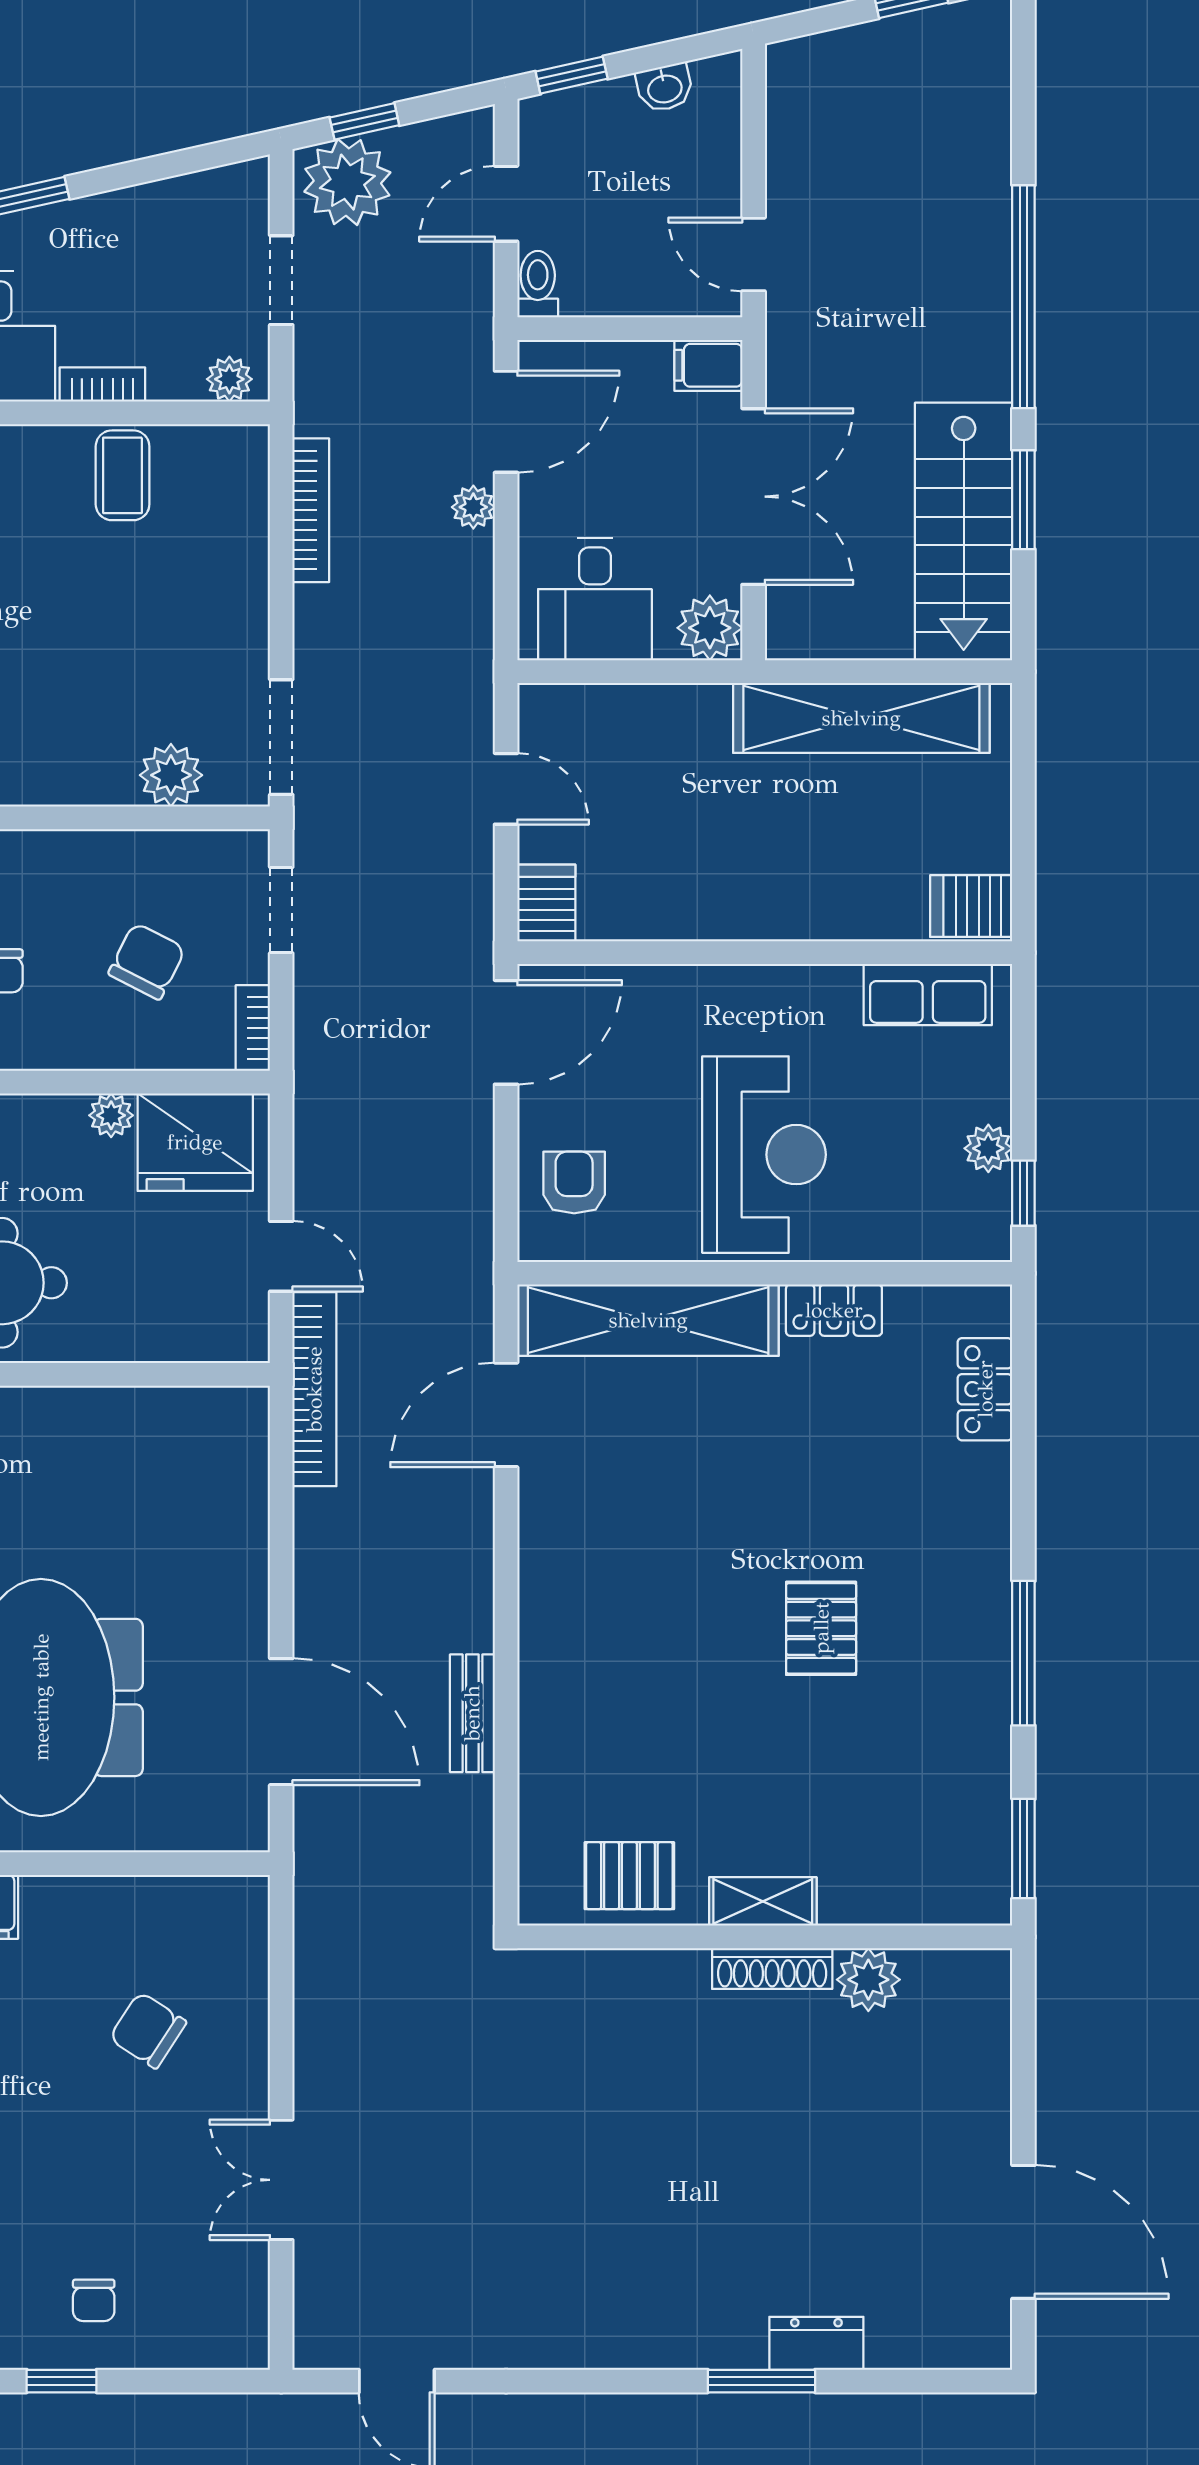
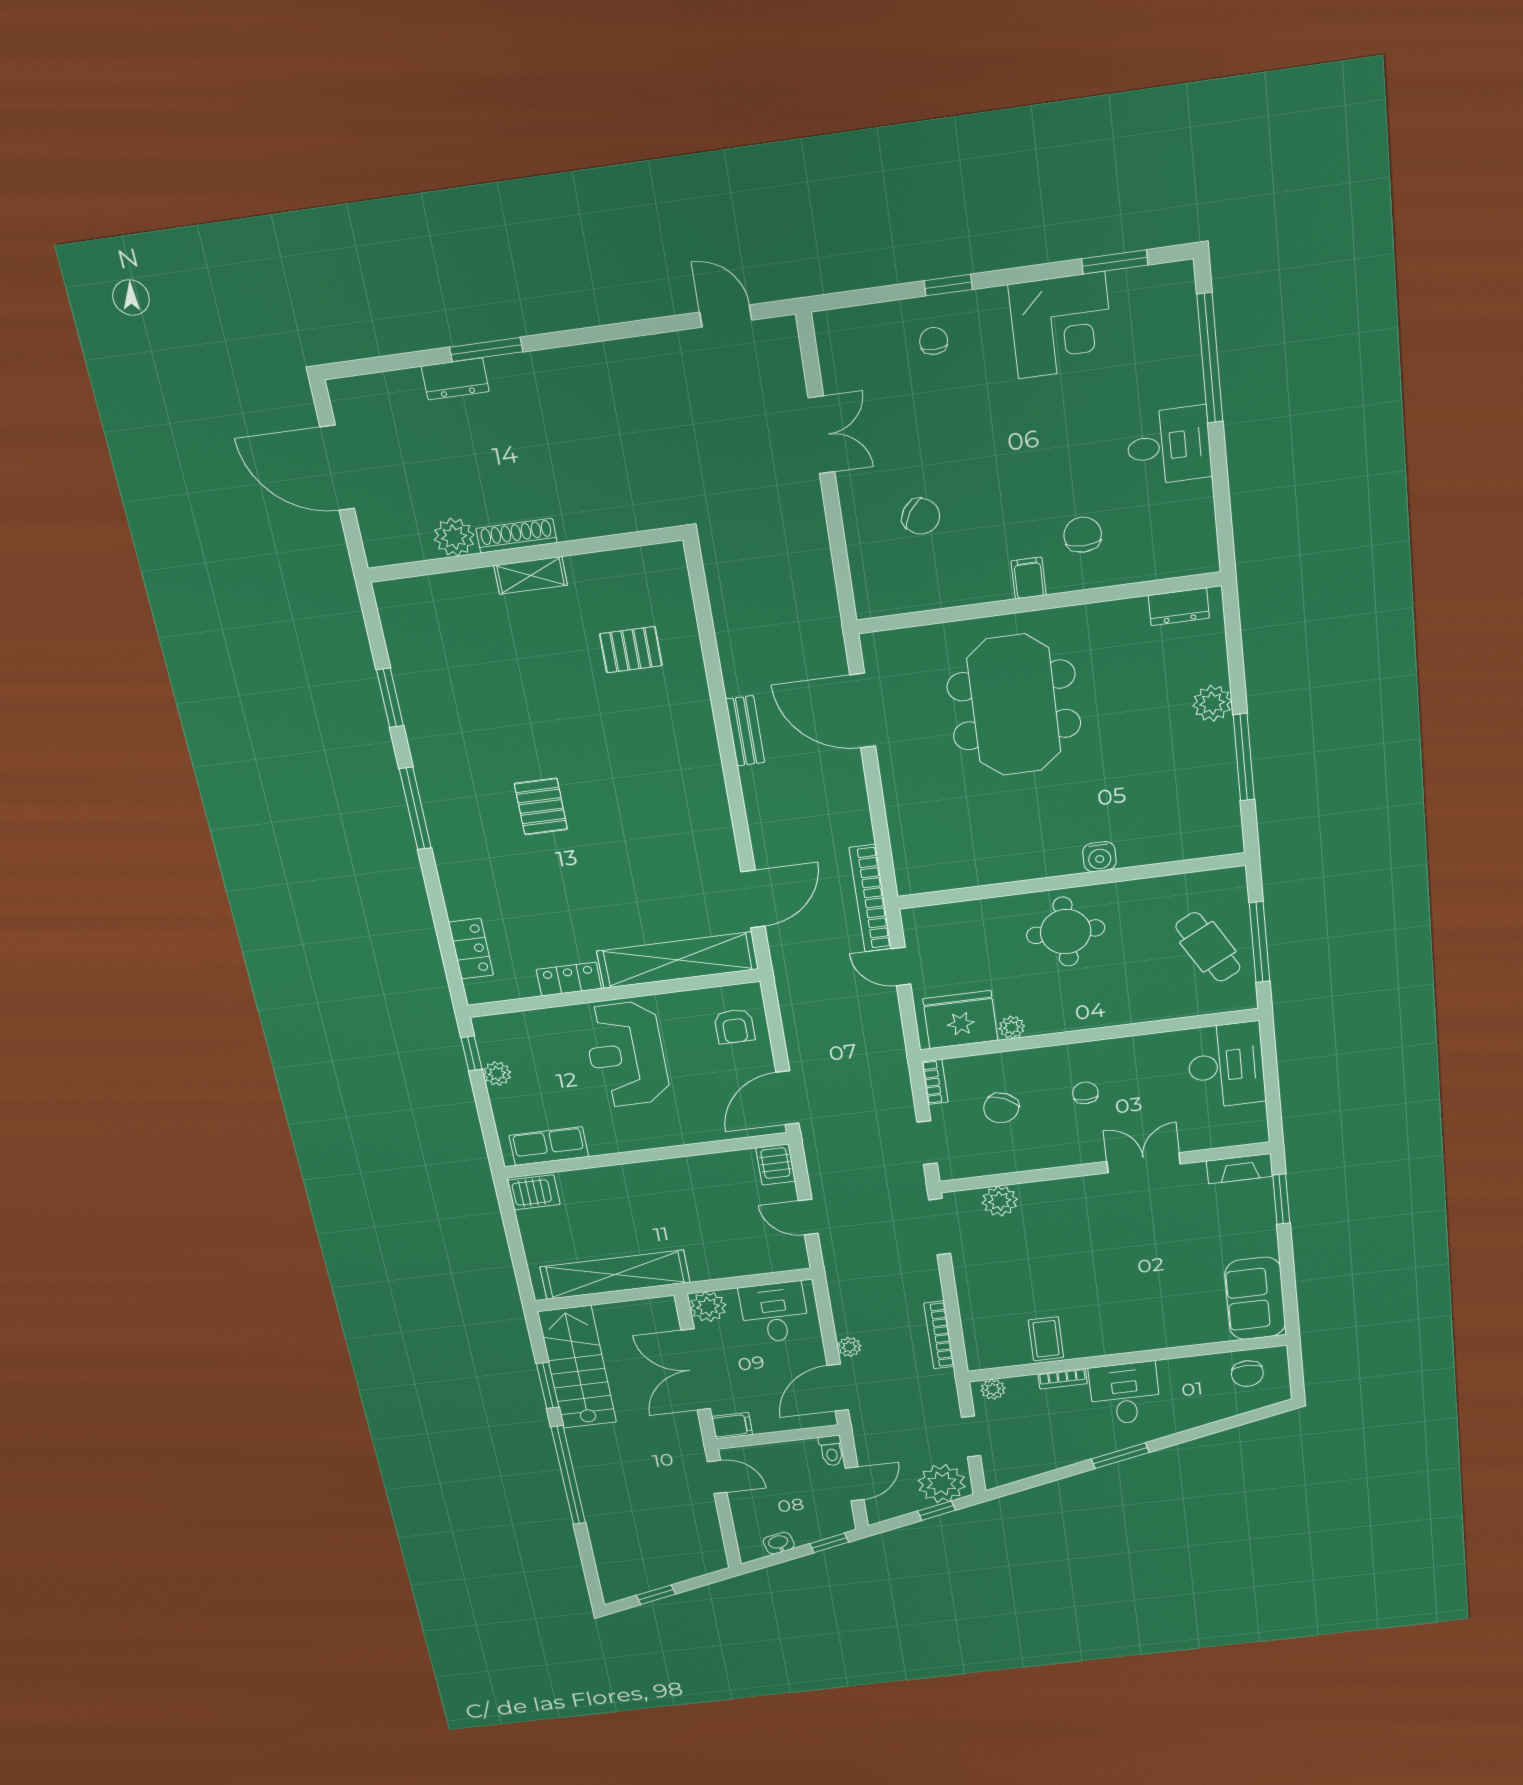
shelving: (763, 1901) -> (531, 575), moved
wall: (765, 1937) -> (525, 554), moved
shoe rack: (772, 1968) -> (517, 536), moved
plant: (868, 1980) -> (454, 537), moved

